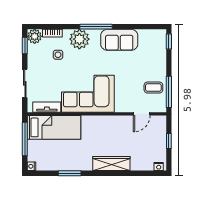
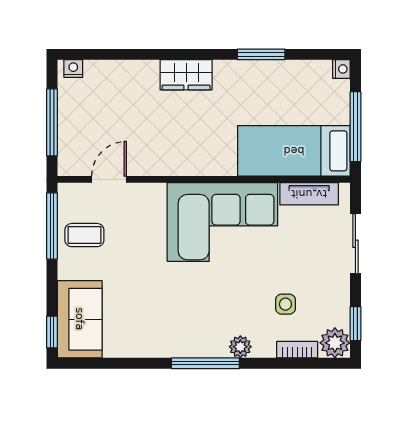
plant: (79, 39) -> (240, 347), width x0.53, depth x0.53
sofa: (119, 40) -> (80, 319), moved, turned 90
window: (169, 141) -> (52, 122), width x2.17
wardrobe: (111, 164) -> (186, 75), width x0.67

